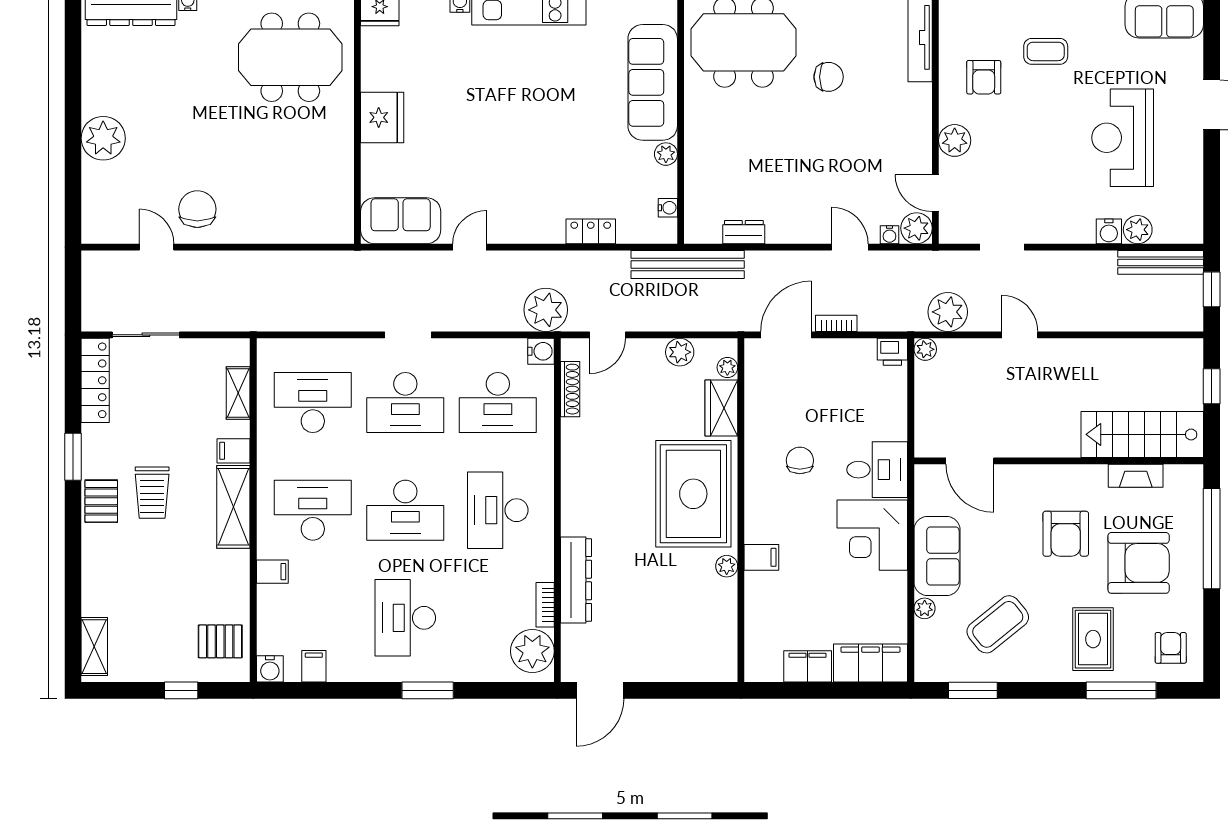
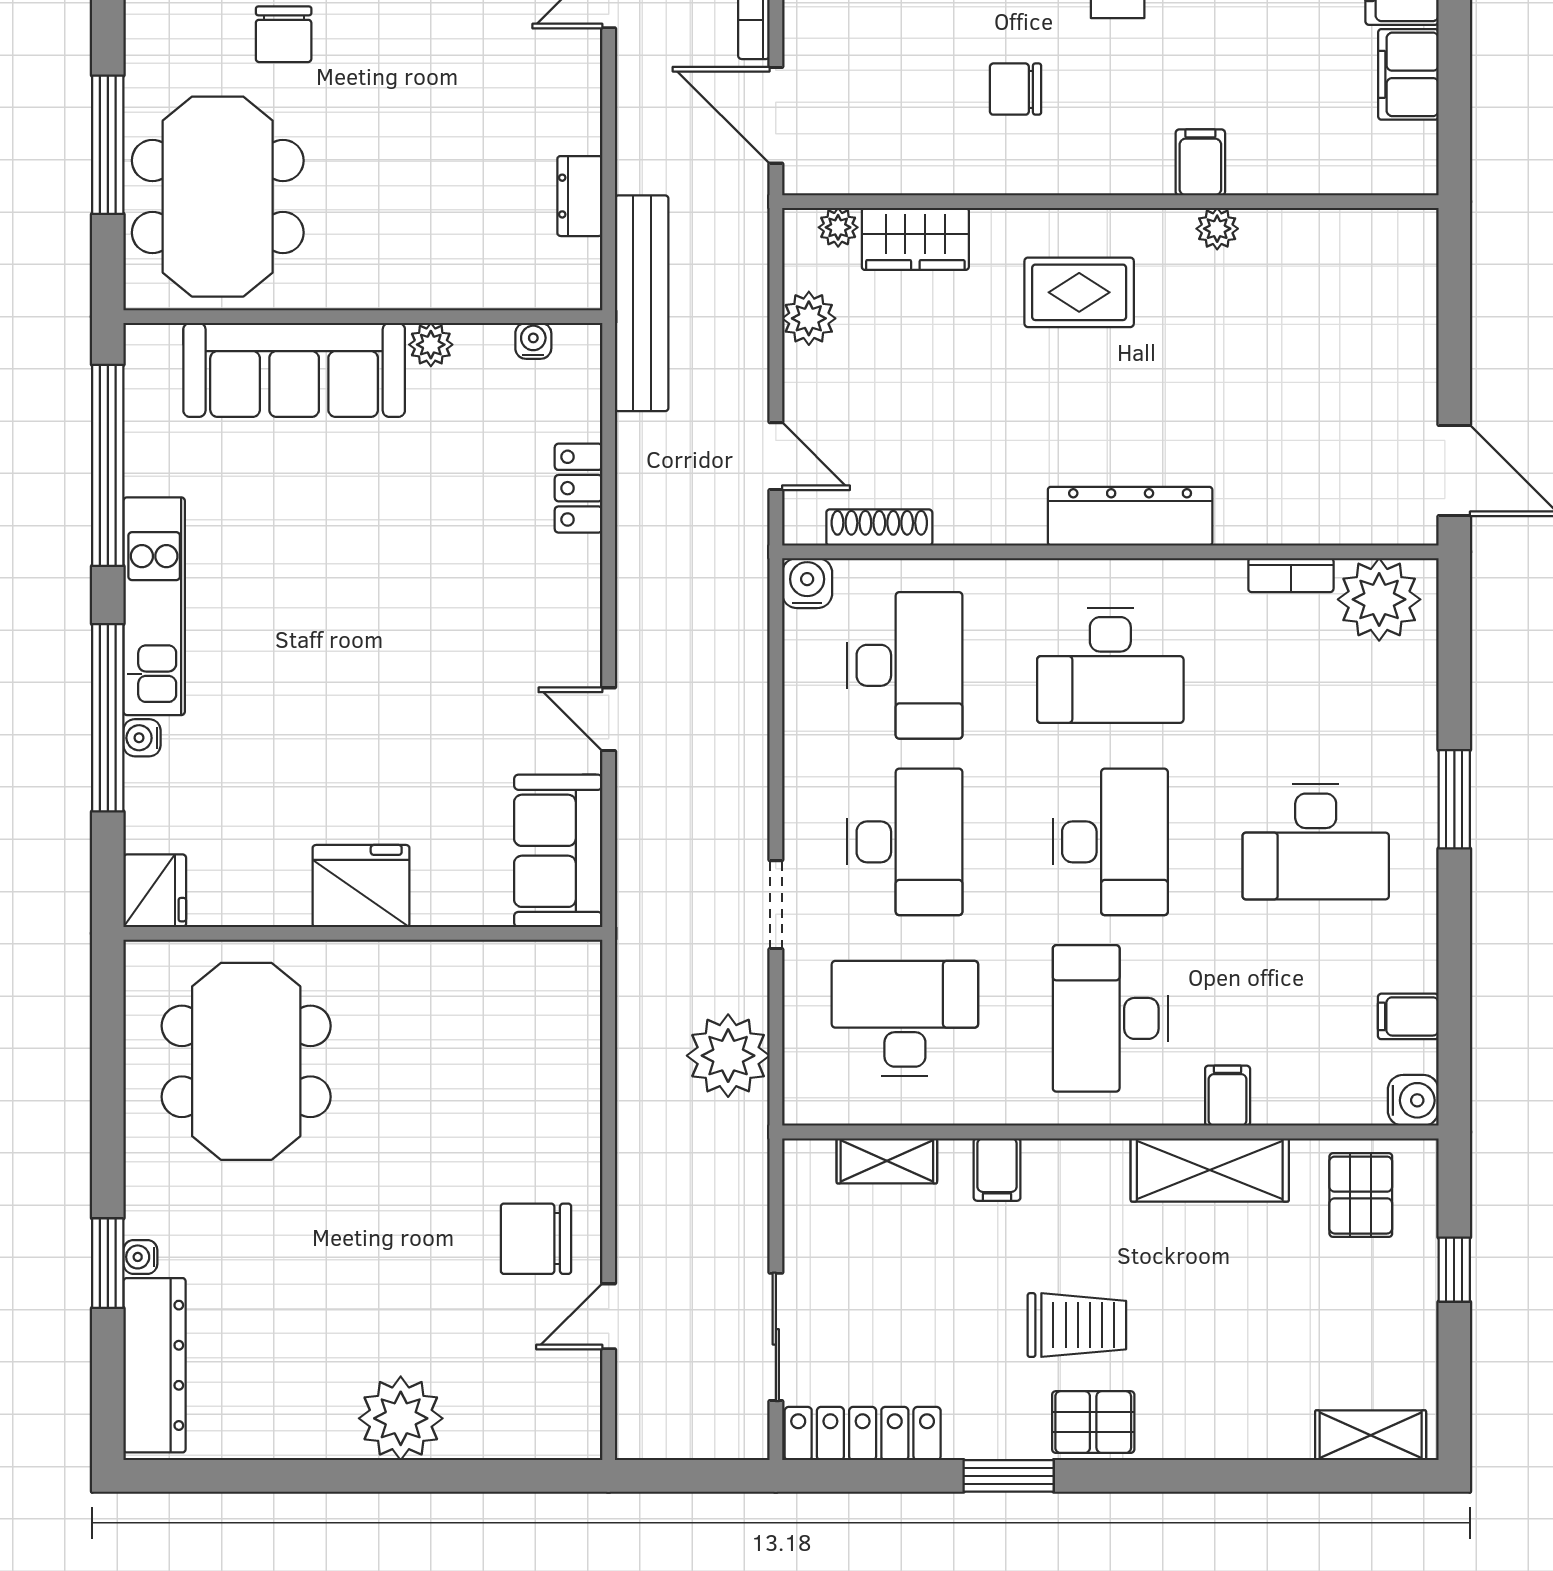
chair: (829, 77) -> (284, 34), turned 180
plant: (546, 310) -> (728, 1056), moved
doorway: (408, 335) -> (776, 905), moved
desk: (313, 403) -> (905, 1018), turned 90
rug: (693, 494) -> (1079, 292), width x0.54, depth x0.49
shelving: (233, 507) -> (1210, 1170), moved
dresser: (576, 580) -> (1130, 516), moved

